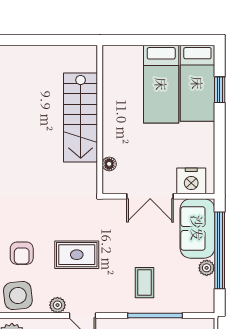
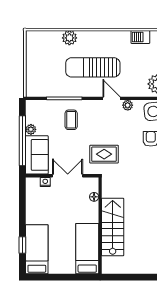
bed: (161, 84) -> (87, 249), moved
nightstand: (191, 181) -> (45, 182), width x0.53, depth x0.56
rug: (77, 255) -> (104, 154), moved

